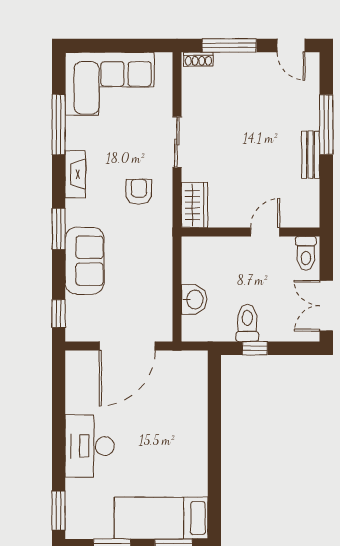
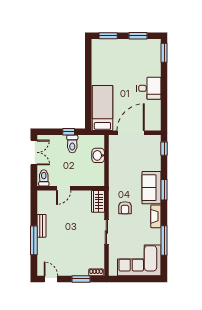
window: (229, 45) -> (81, 279), width x0.69
sofa: (85, 261) -> (151, 188), moved
desk: (90, 446) -> (149, 88), width x0.73
bed: (161, 518) -> (102, 108), moved, turned -90

